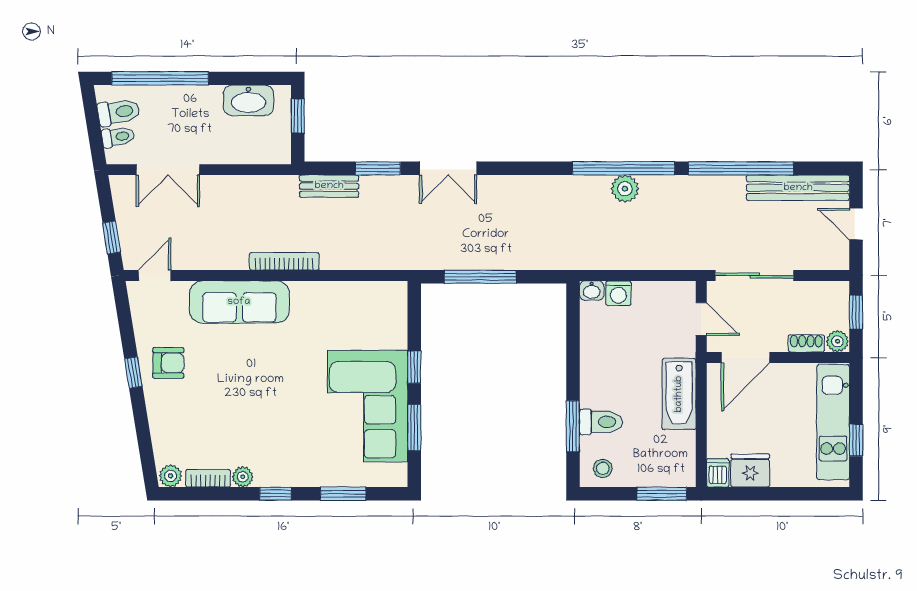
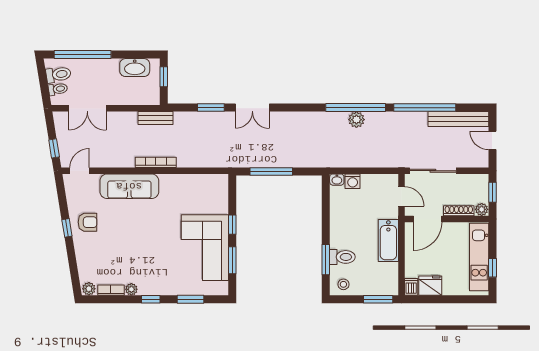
bench: (329, 186) -> (155, 118), moved
shoe rack: (806, 343) -> (459, 211), width x1.43

